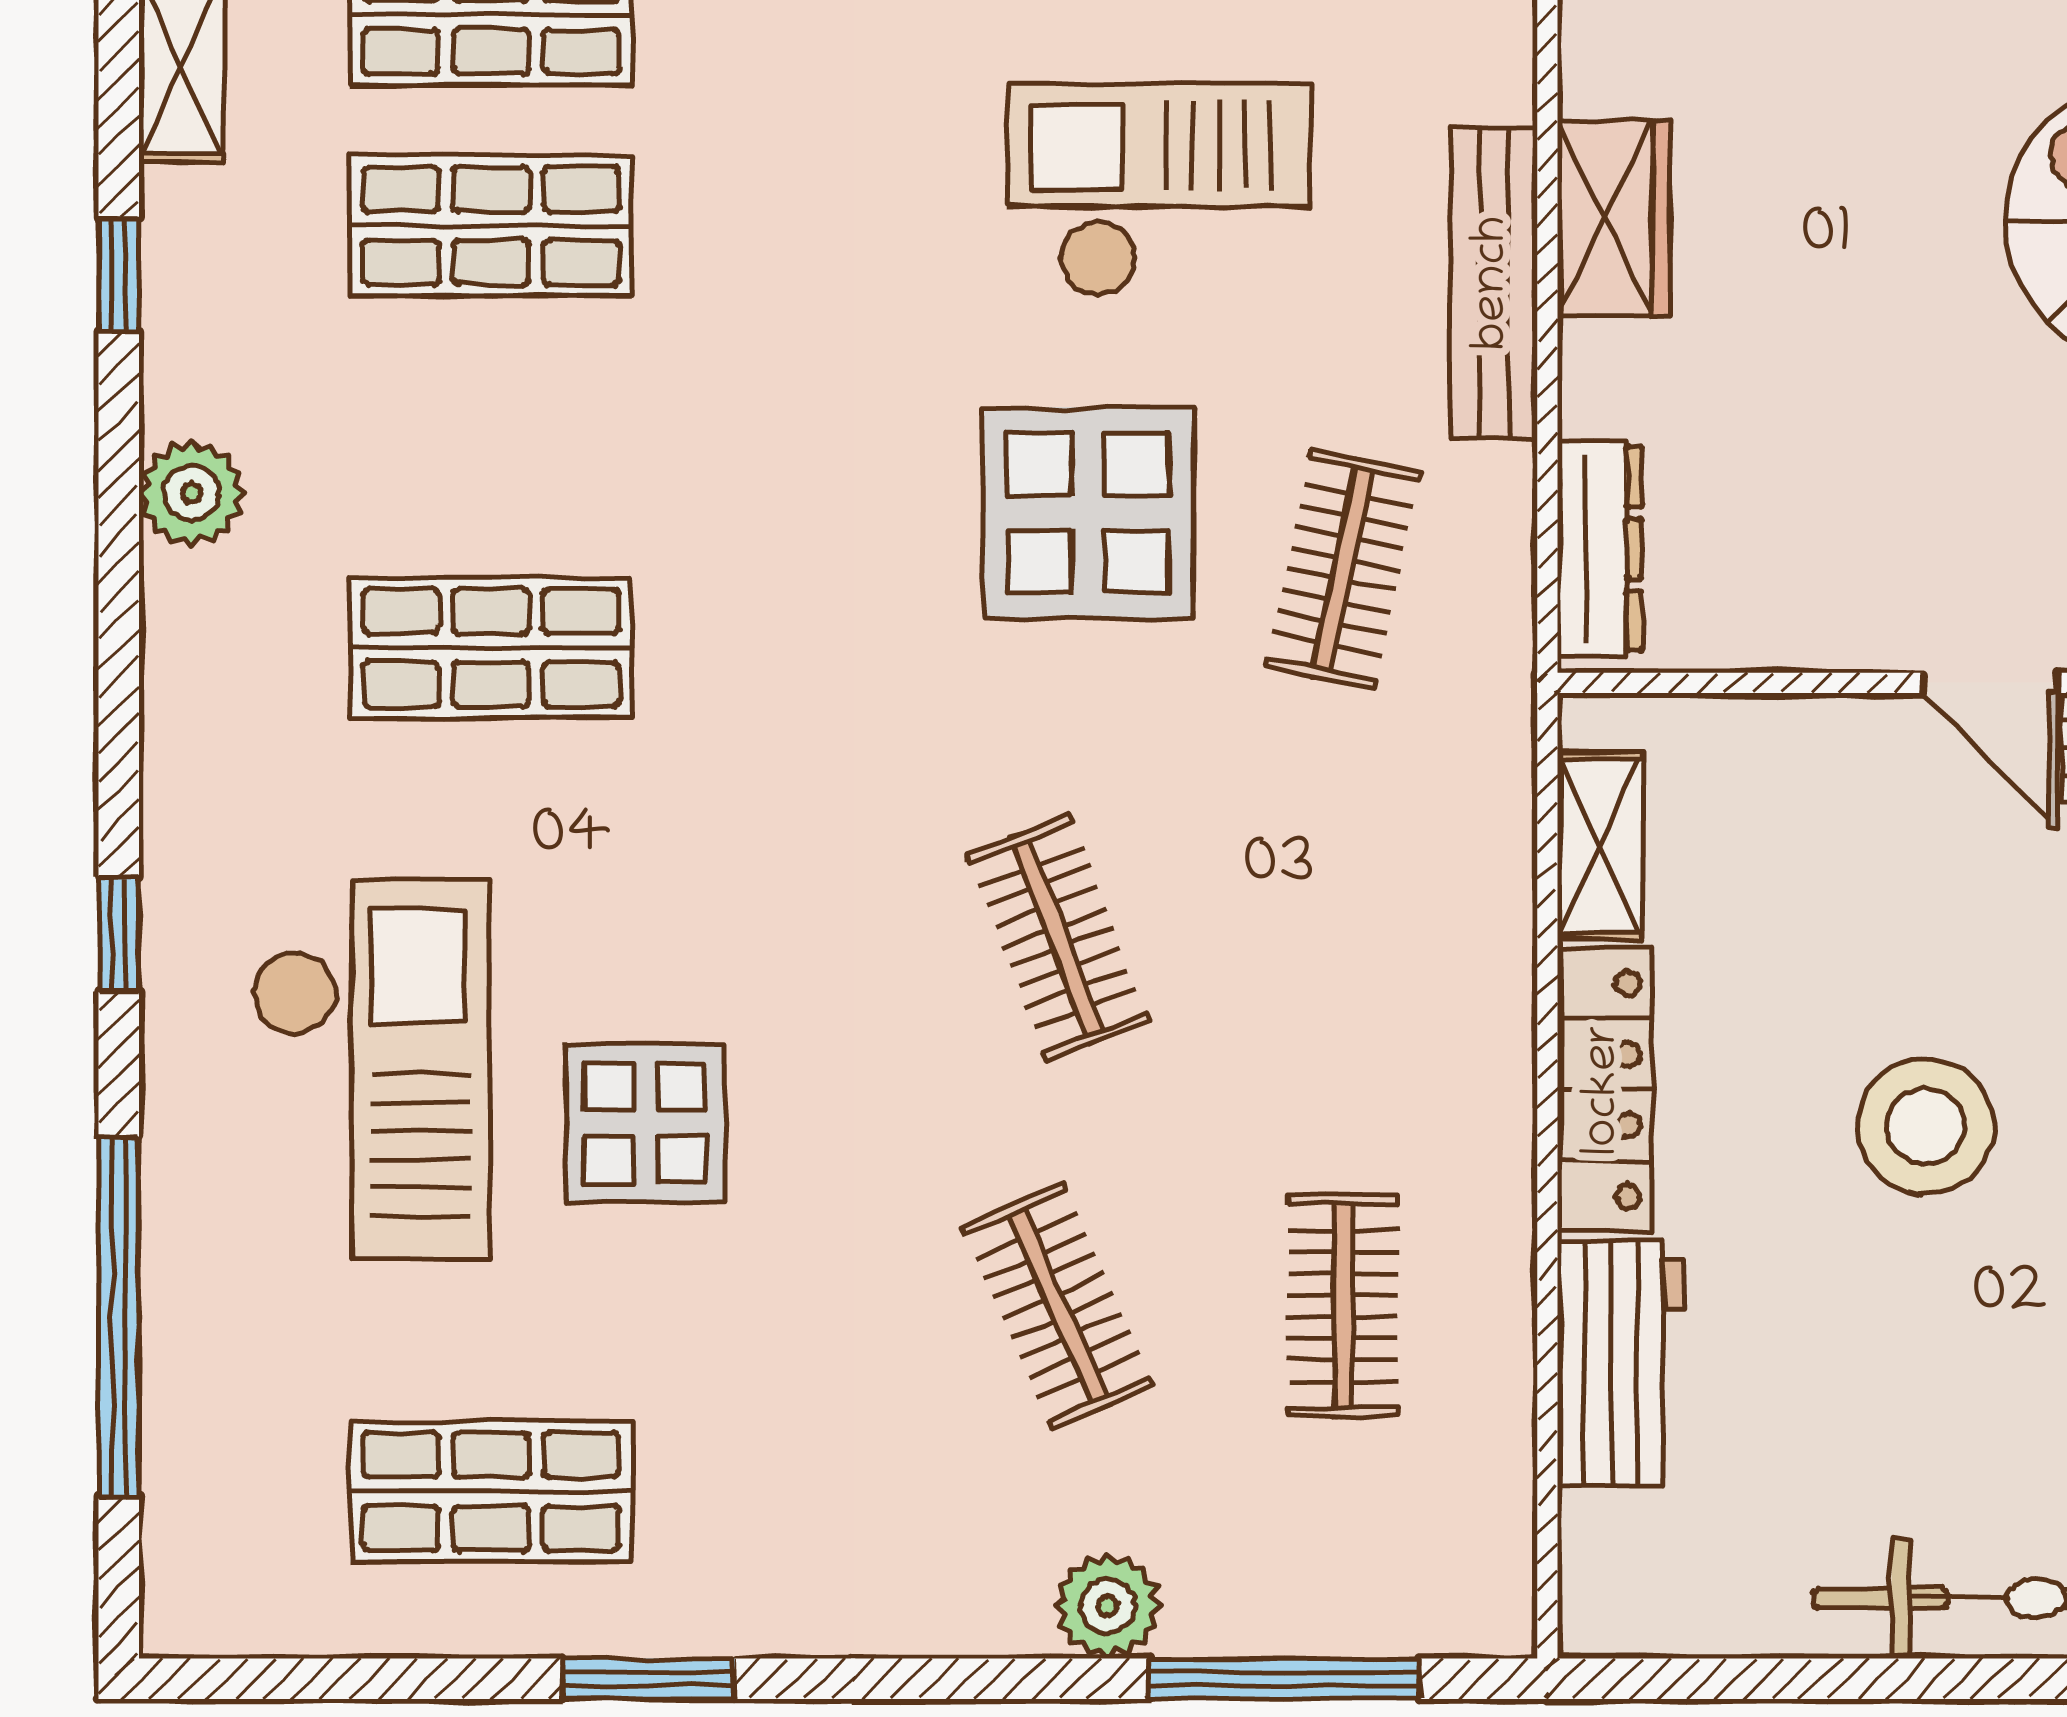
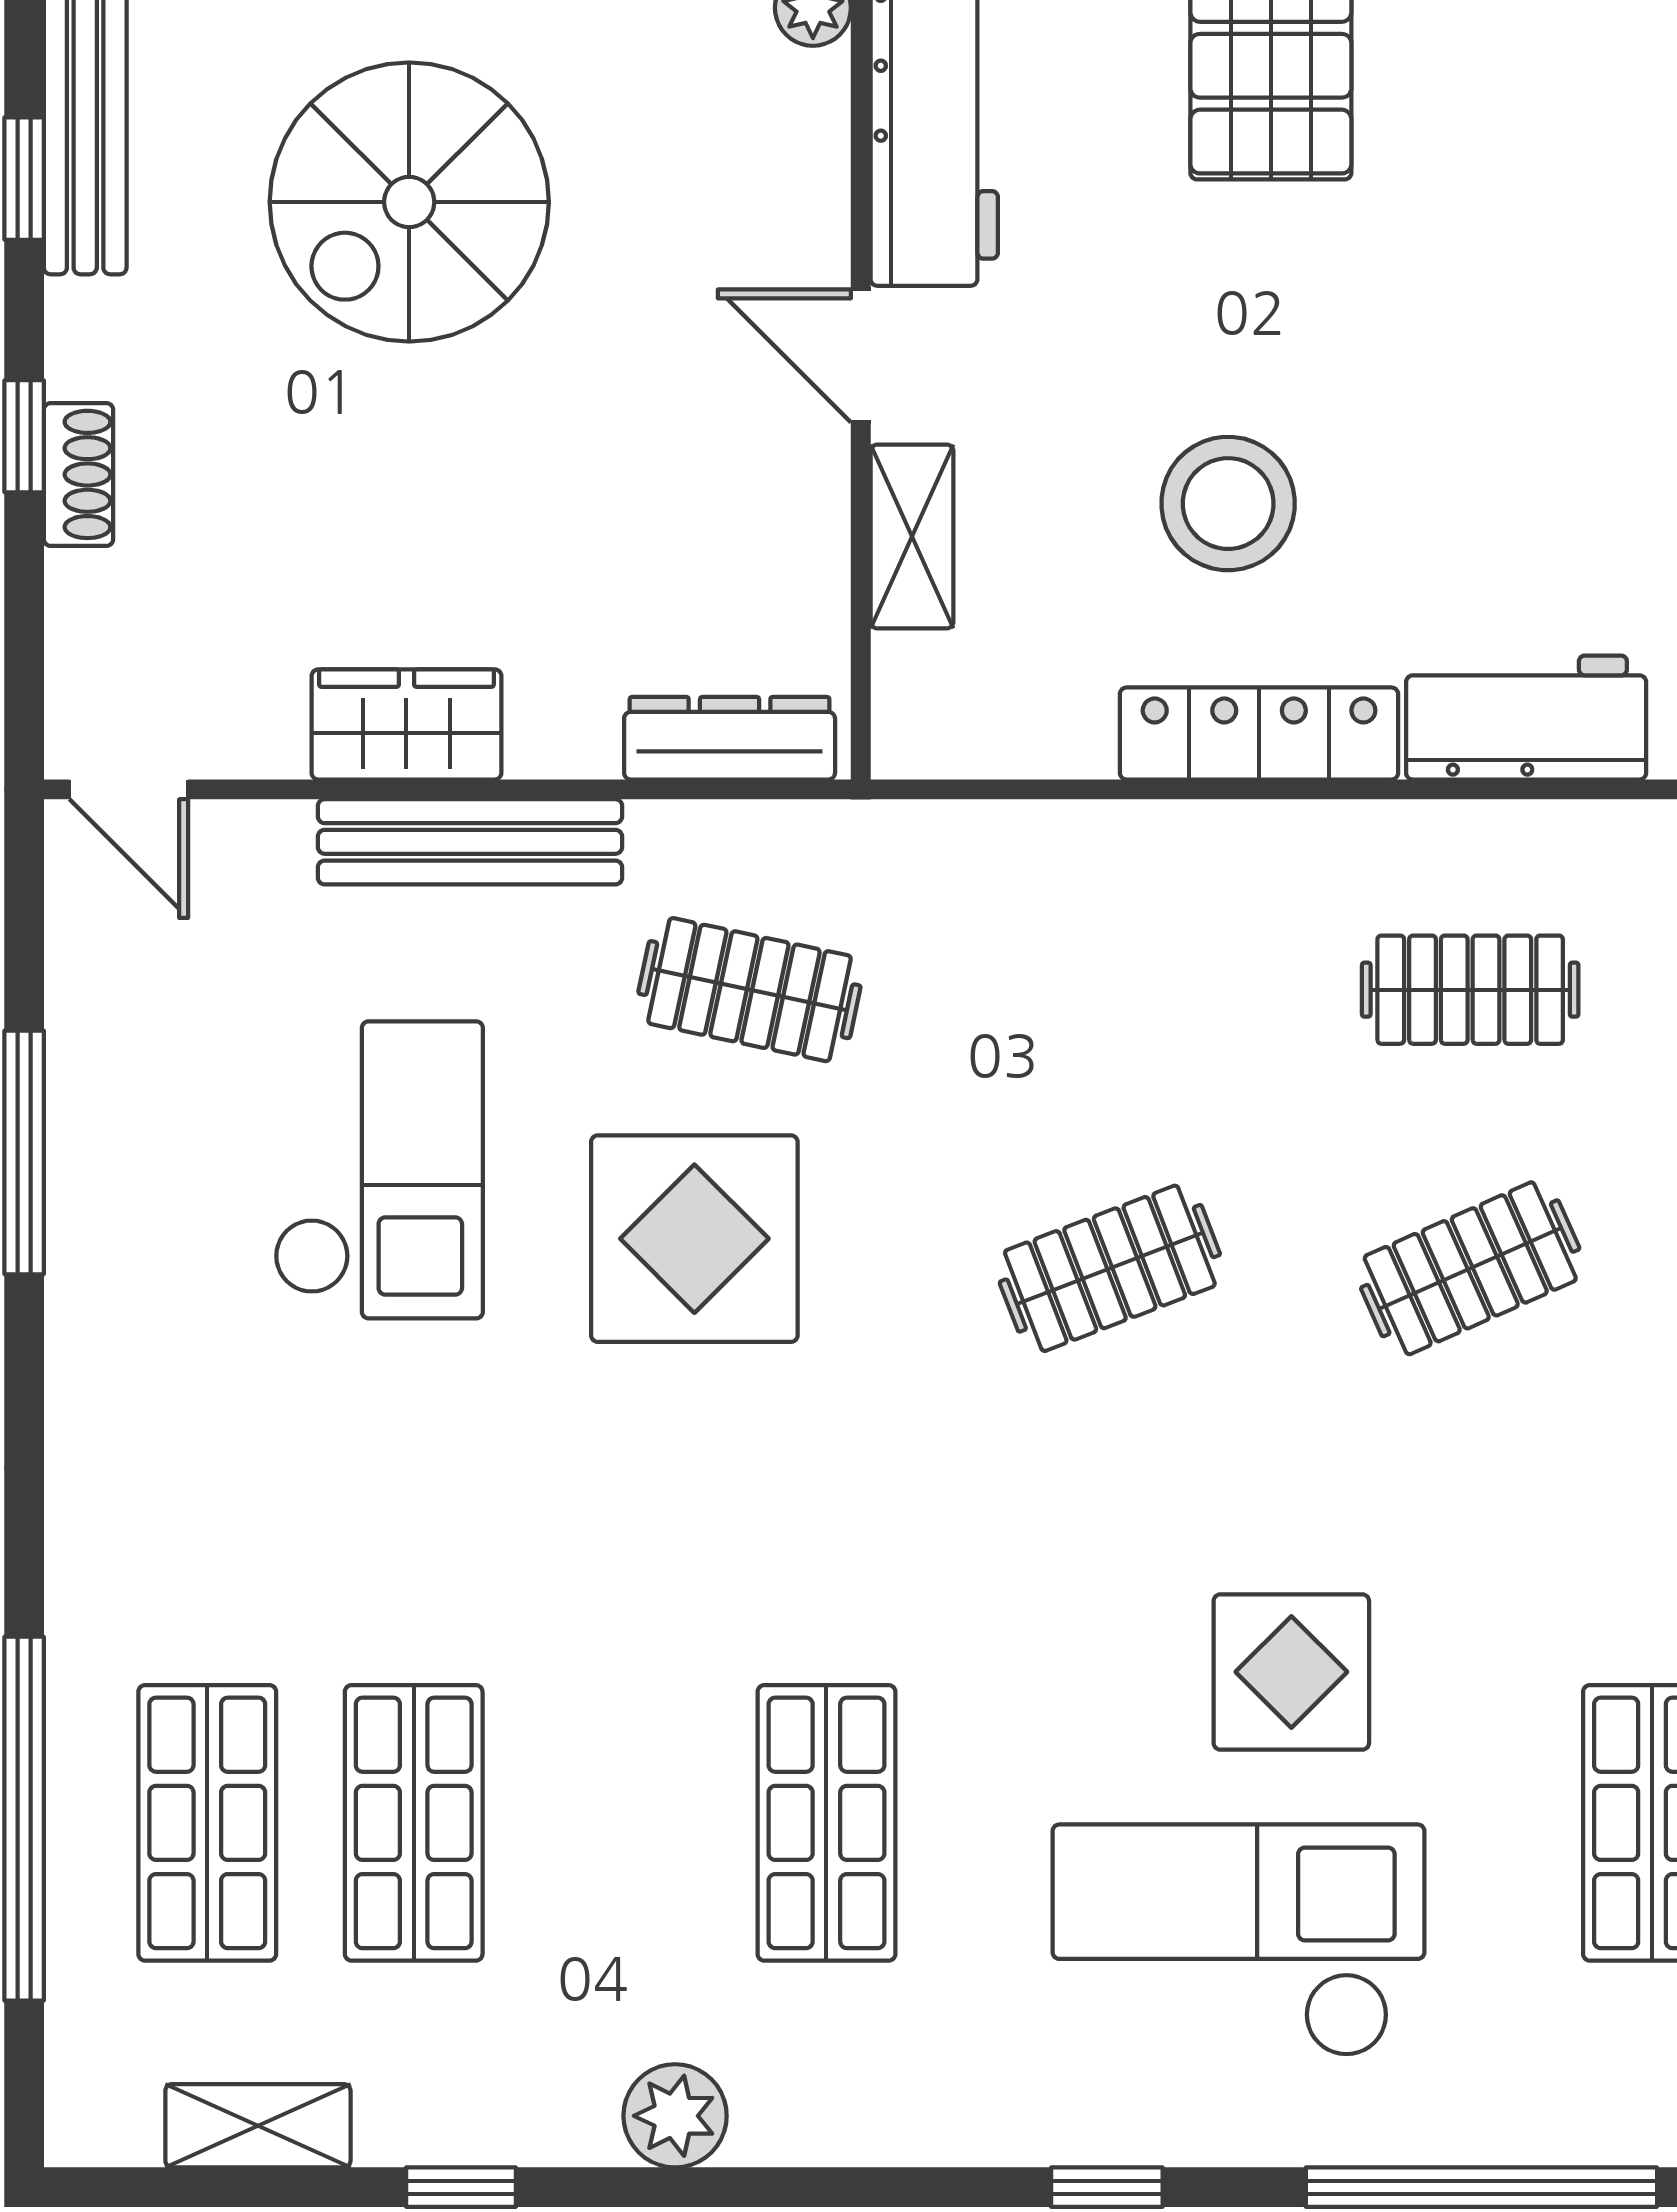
checkout: (1158, 190) -> (379, 1170), turned 180
door: (1990, 683) -> (861, 356), swing flipped
shelving: (1600, 846) -> (912, 537), moved, turned 90
stool: (1926, 1126) -> (1228, 504), moved

